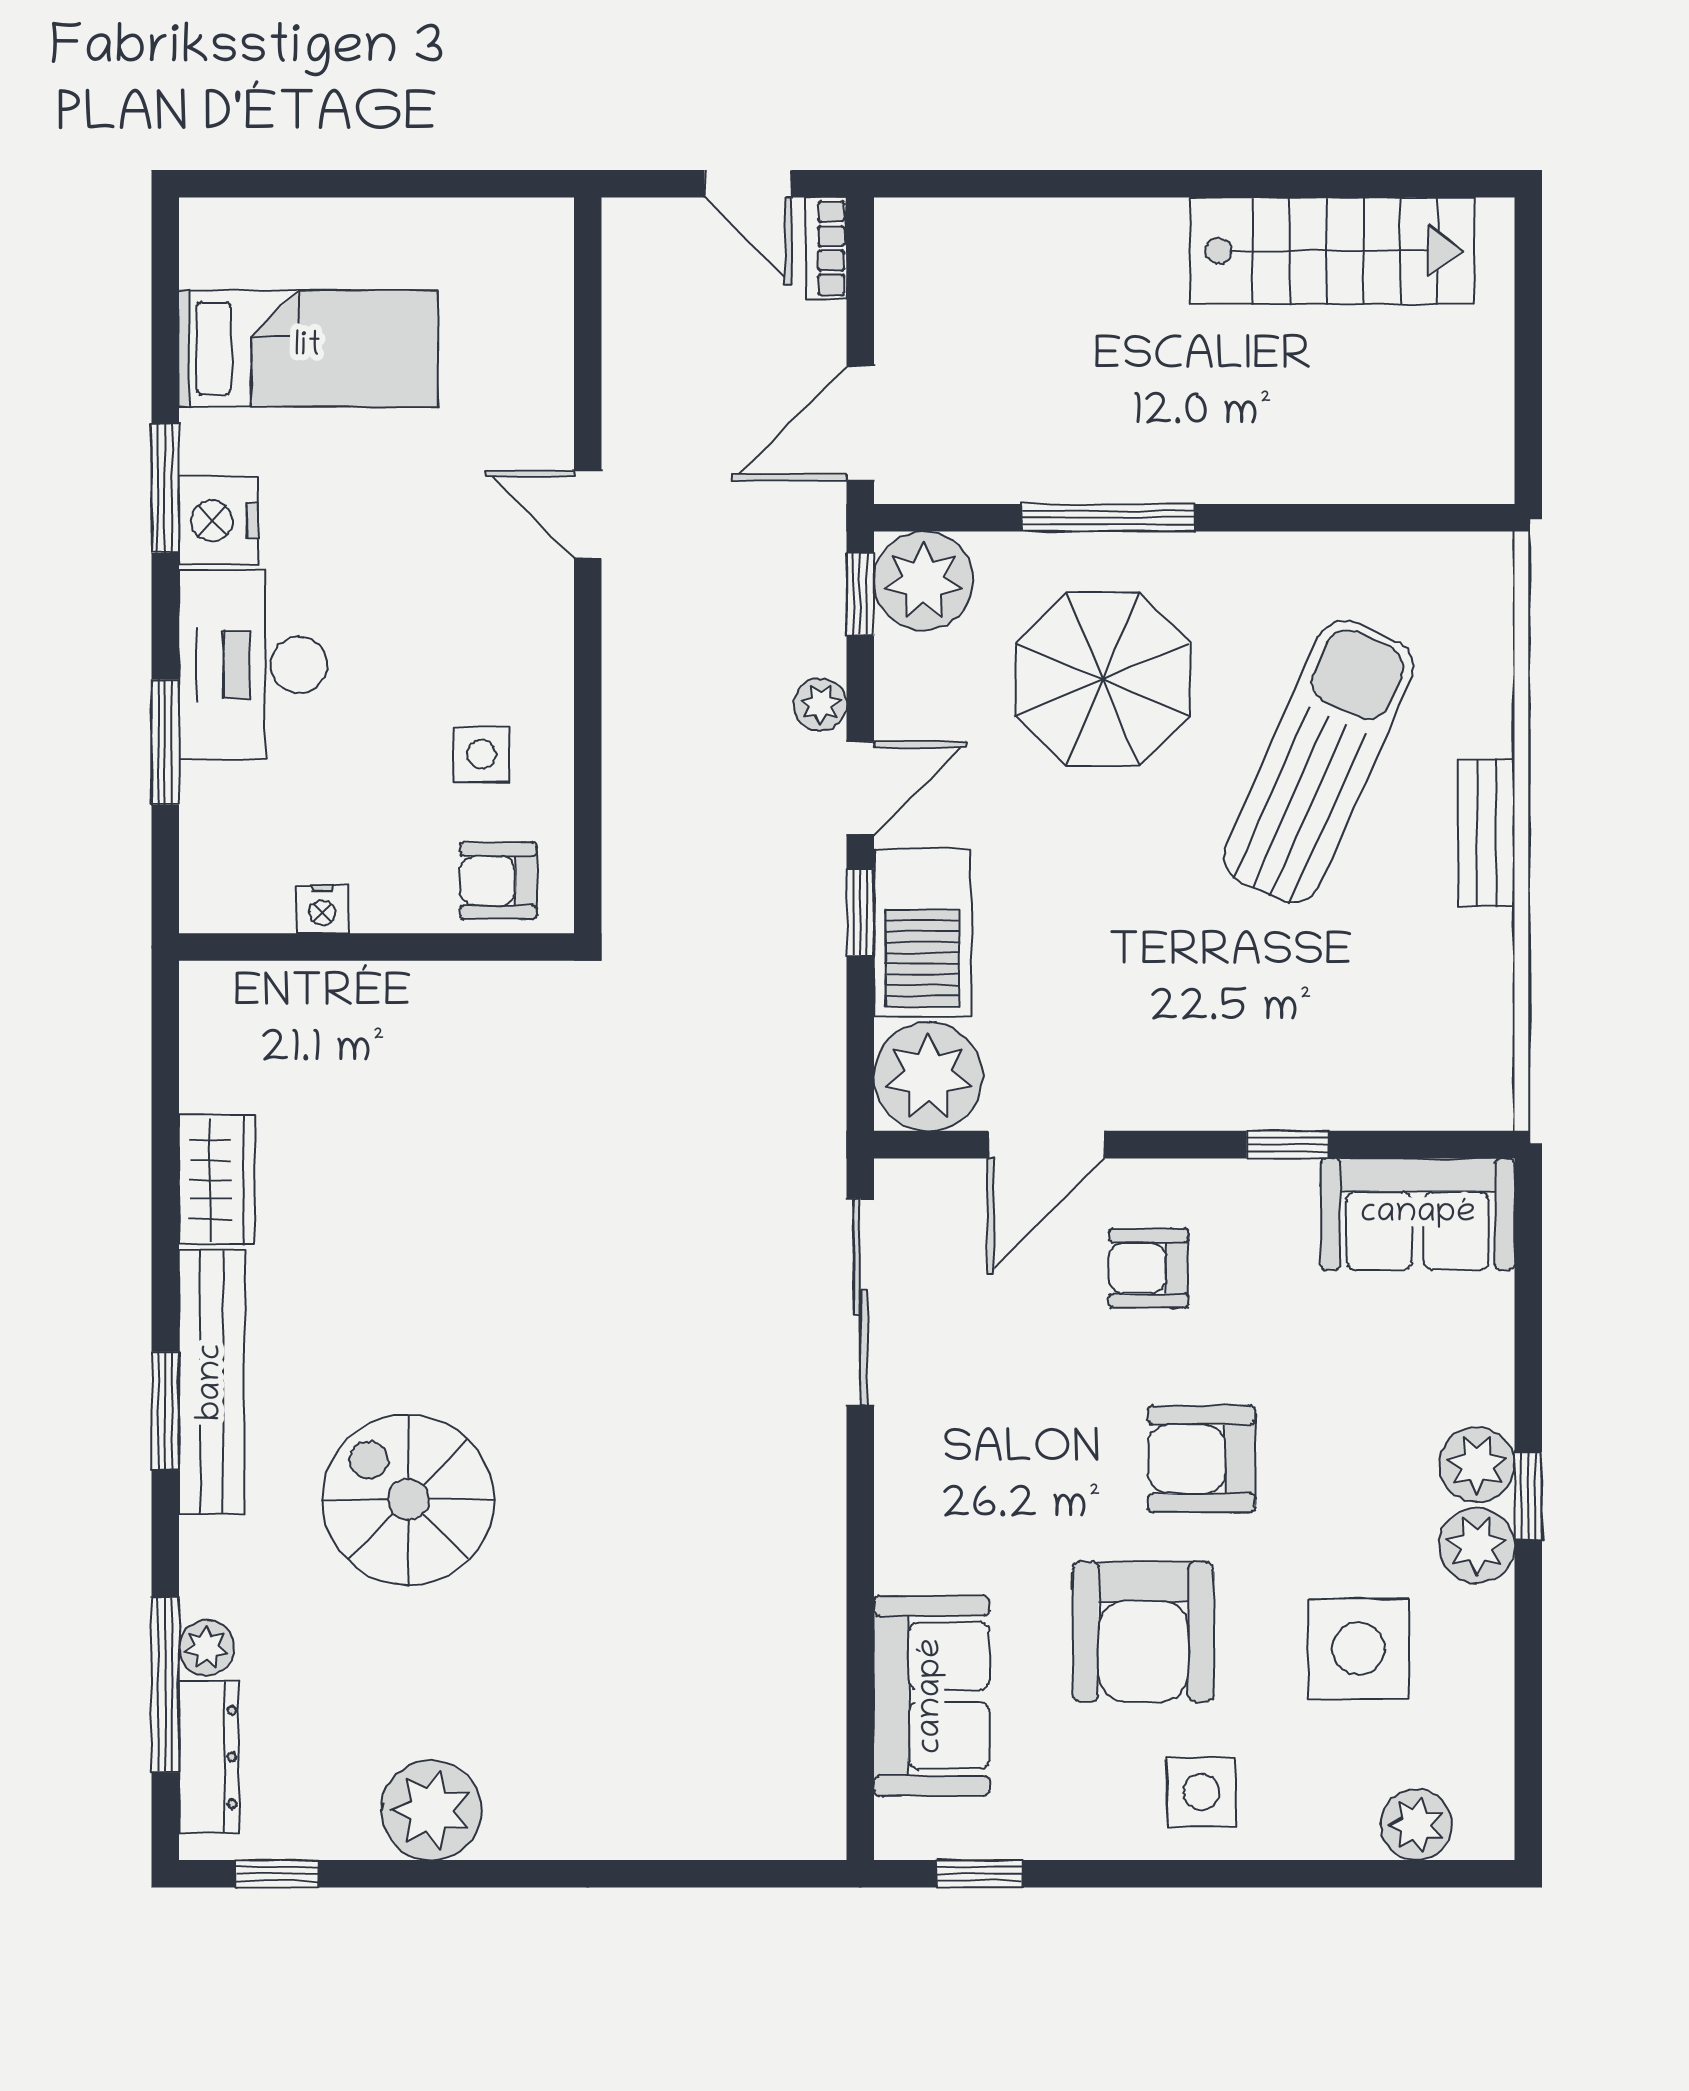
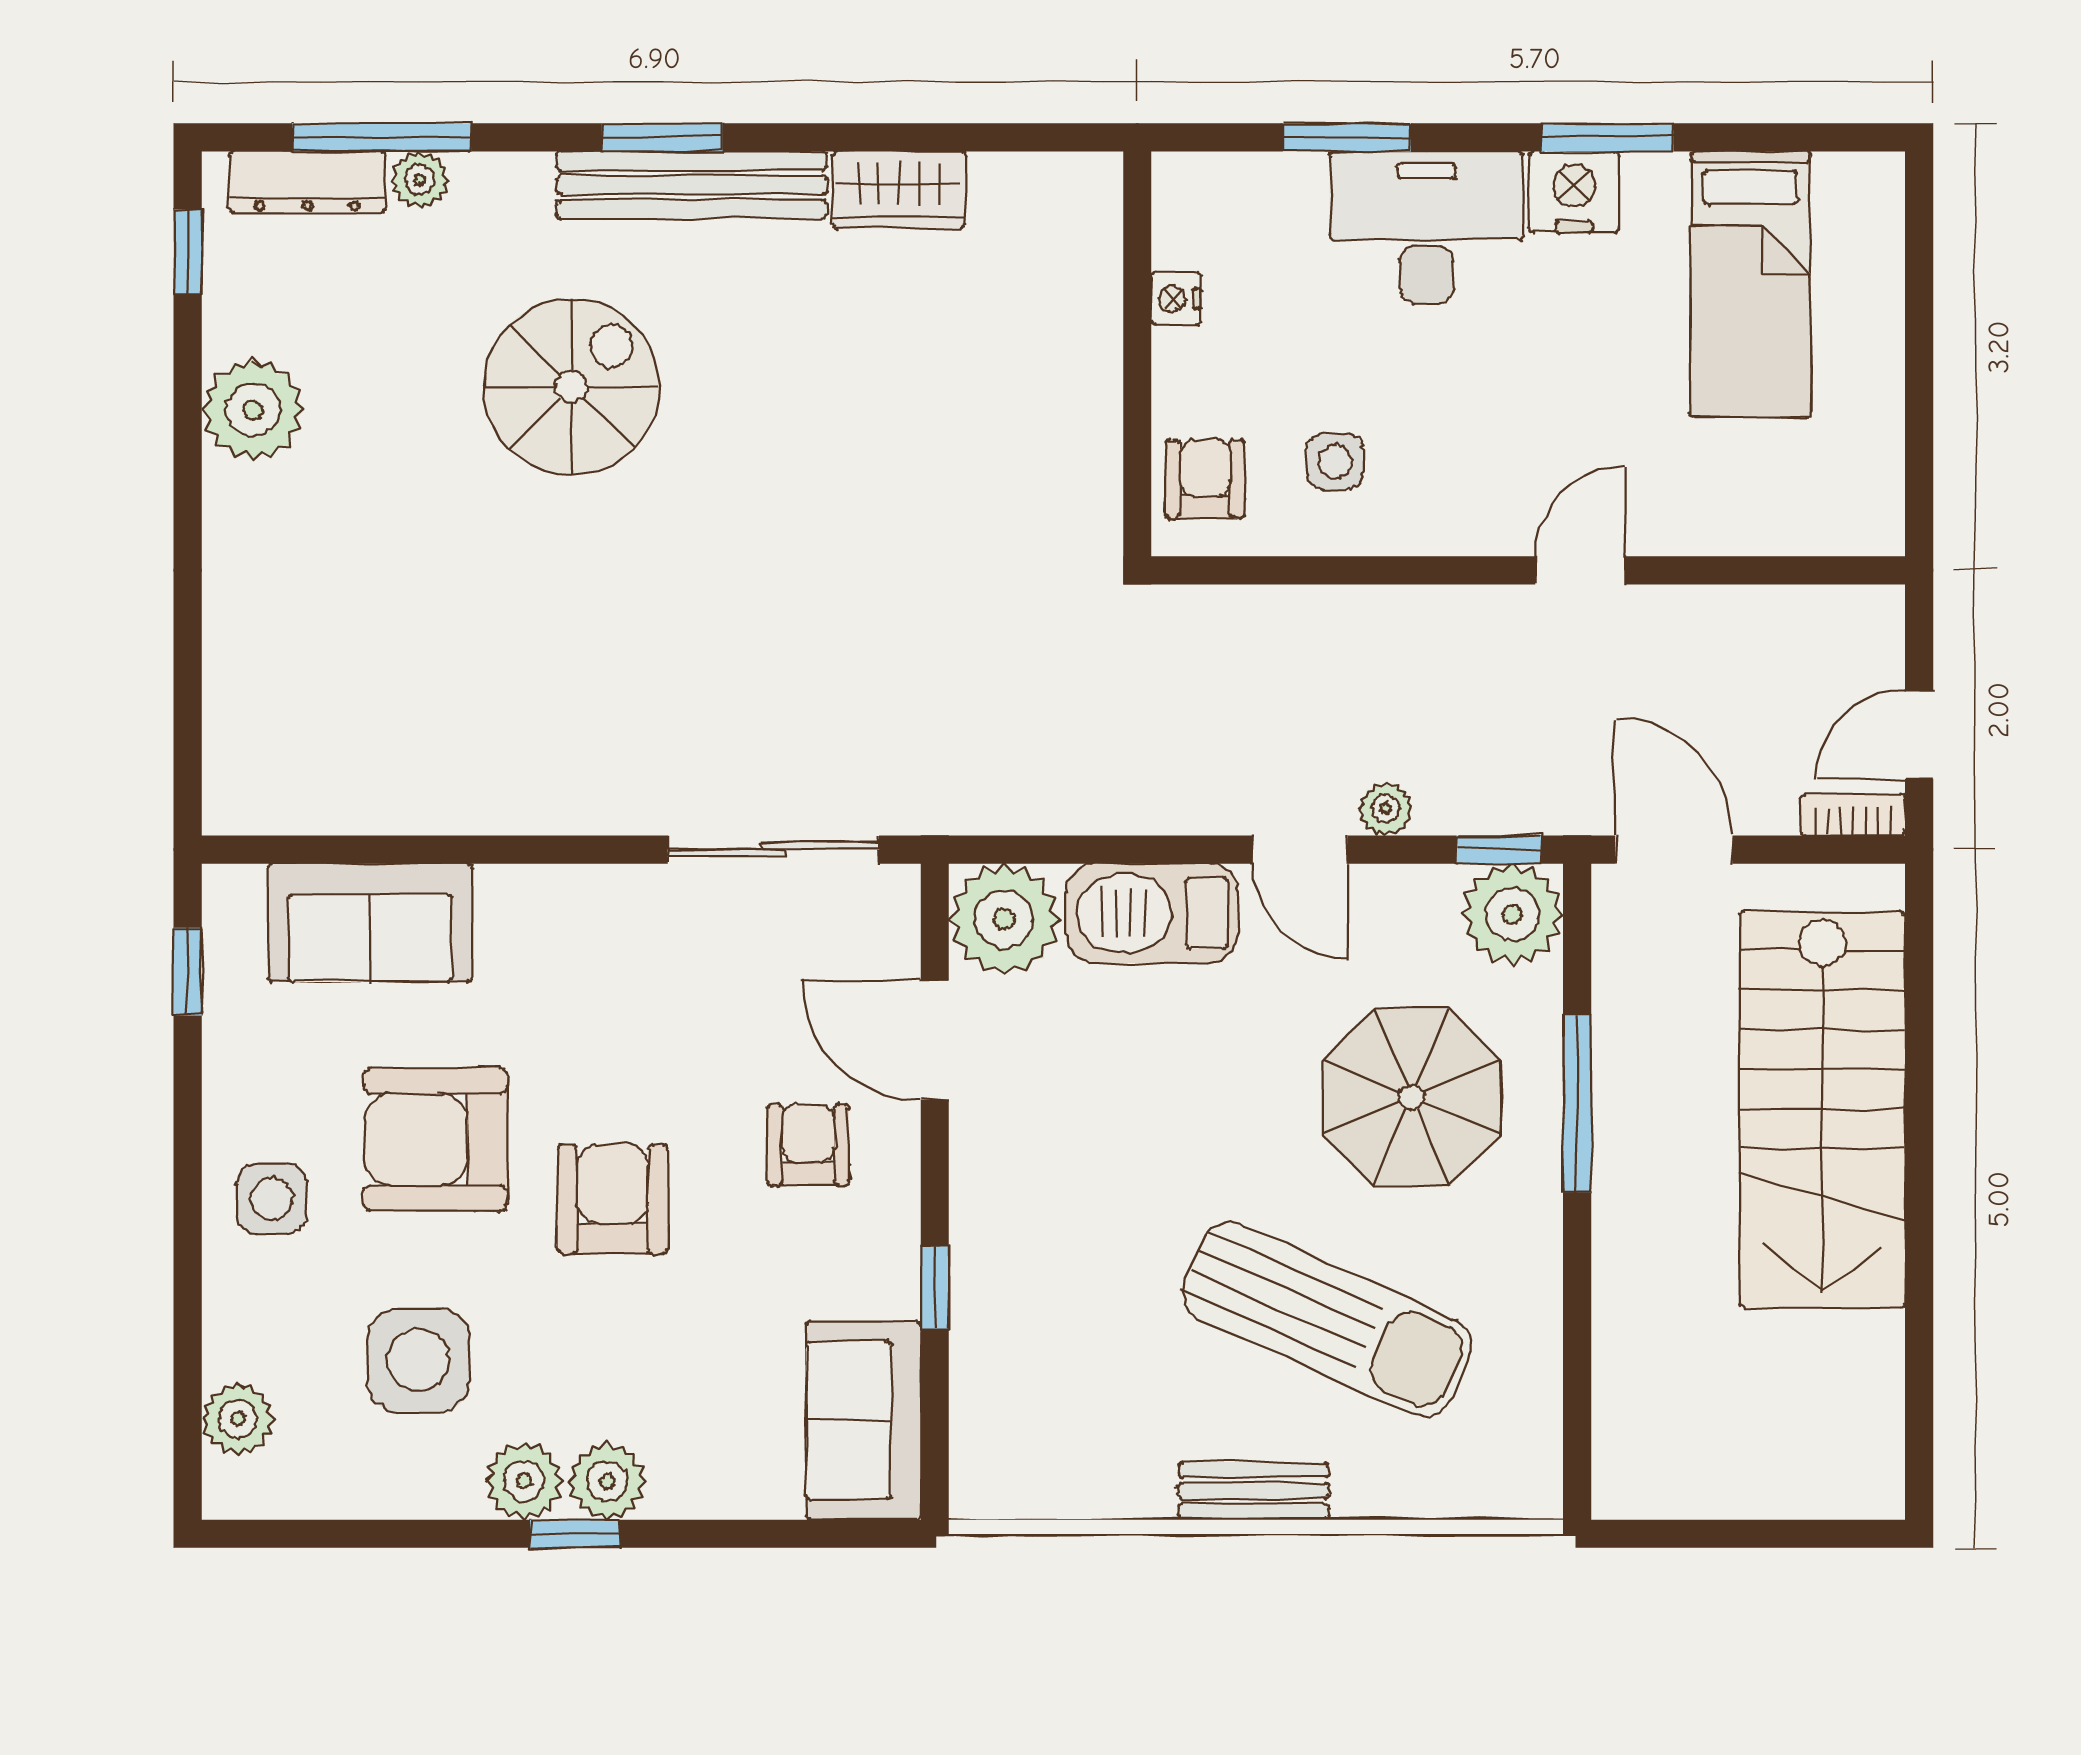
stairs: (1332, 251) -> (1823, 1109), moved, width x1.36, depth x1.51
window: (860, 912) -> (1173, 850), removed

